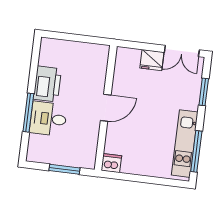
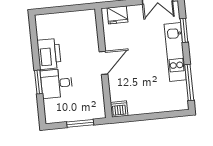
fridge: (152, 60) -> (117, 15), moved
window: (28, 113) -> (38, 82), width x0.69
kitchen unit: (185, 144) -> (175, 52), moved

